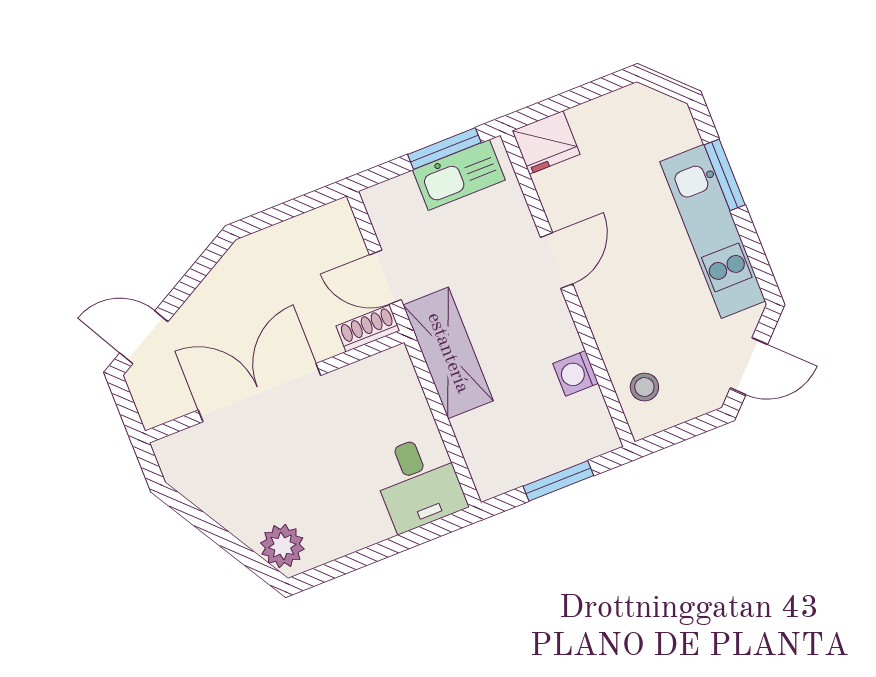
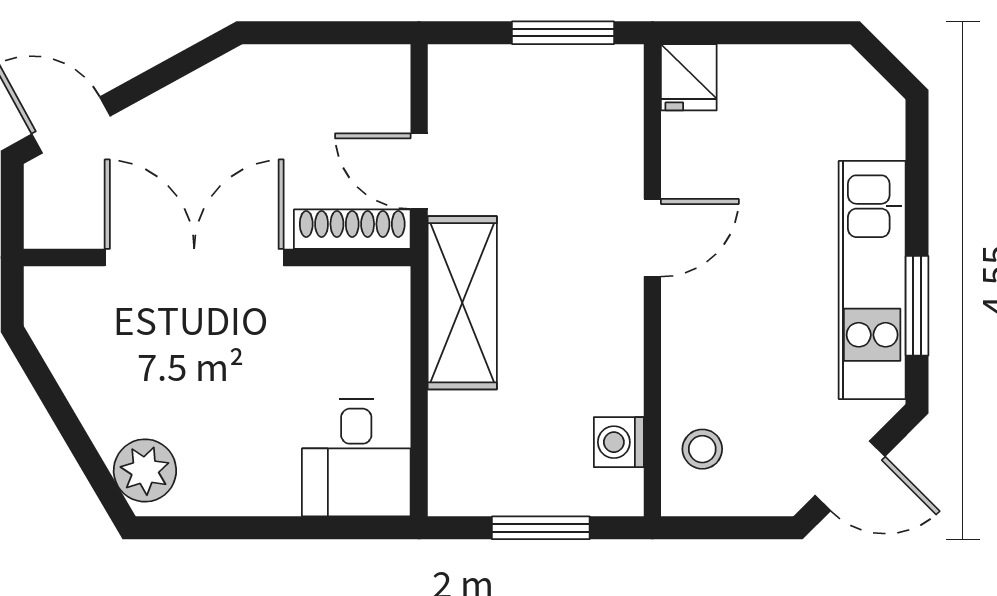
fridge: (546, 142) -> (689, 77), width x0.72
kitchen sink: (459, 175) -> (568, 75), removed
window: (725, 175) -> (917, 306), moved
shoe rack: (368, 328) -> (352, 229), width x1.43
washing machine: (576, 373) -> (619, 442), moved

